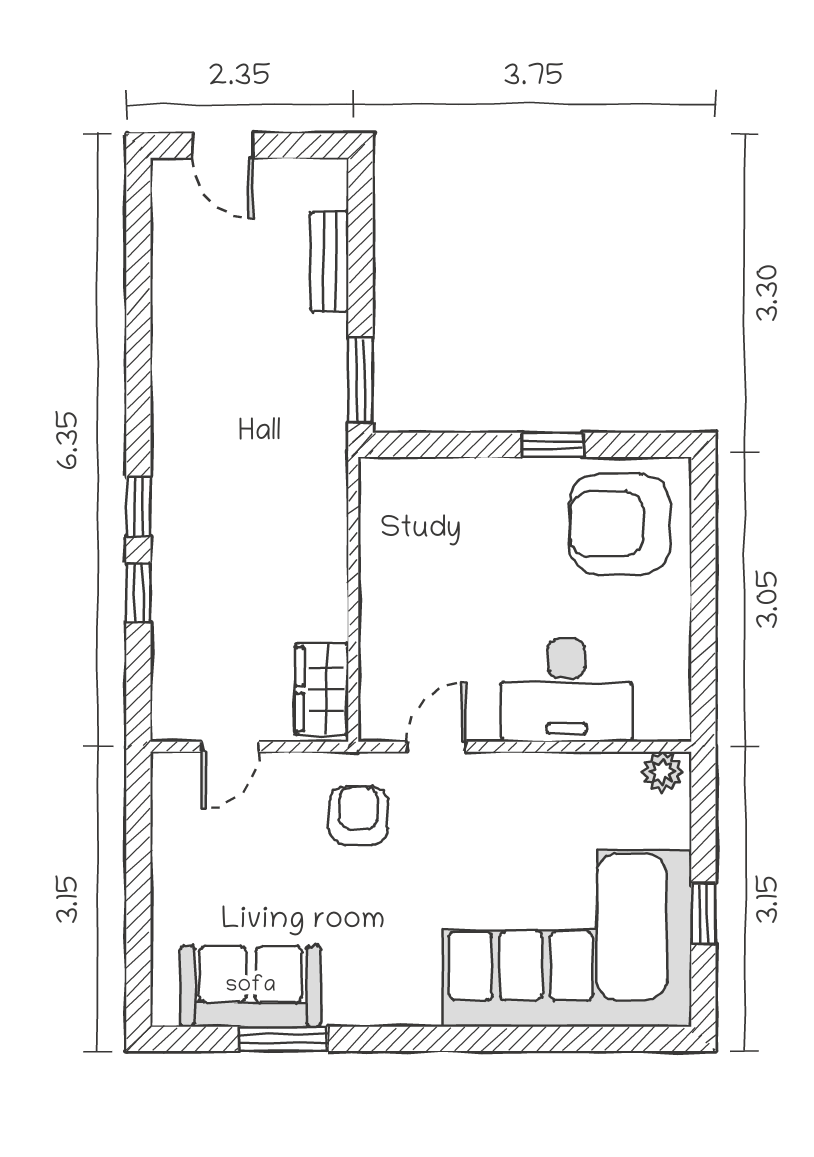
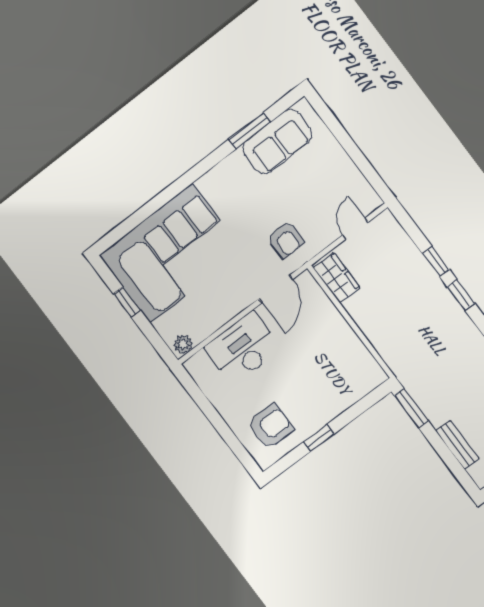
armchair: (619, 524) -> (271, 427), width x0.73, depth x0.73
door: (437, 747) -> (276, 289), width x1.38

